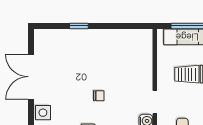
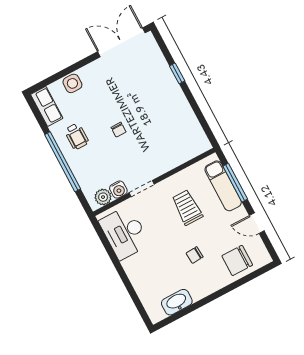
double door: (31, 77) -> (121, 42), moved

